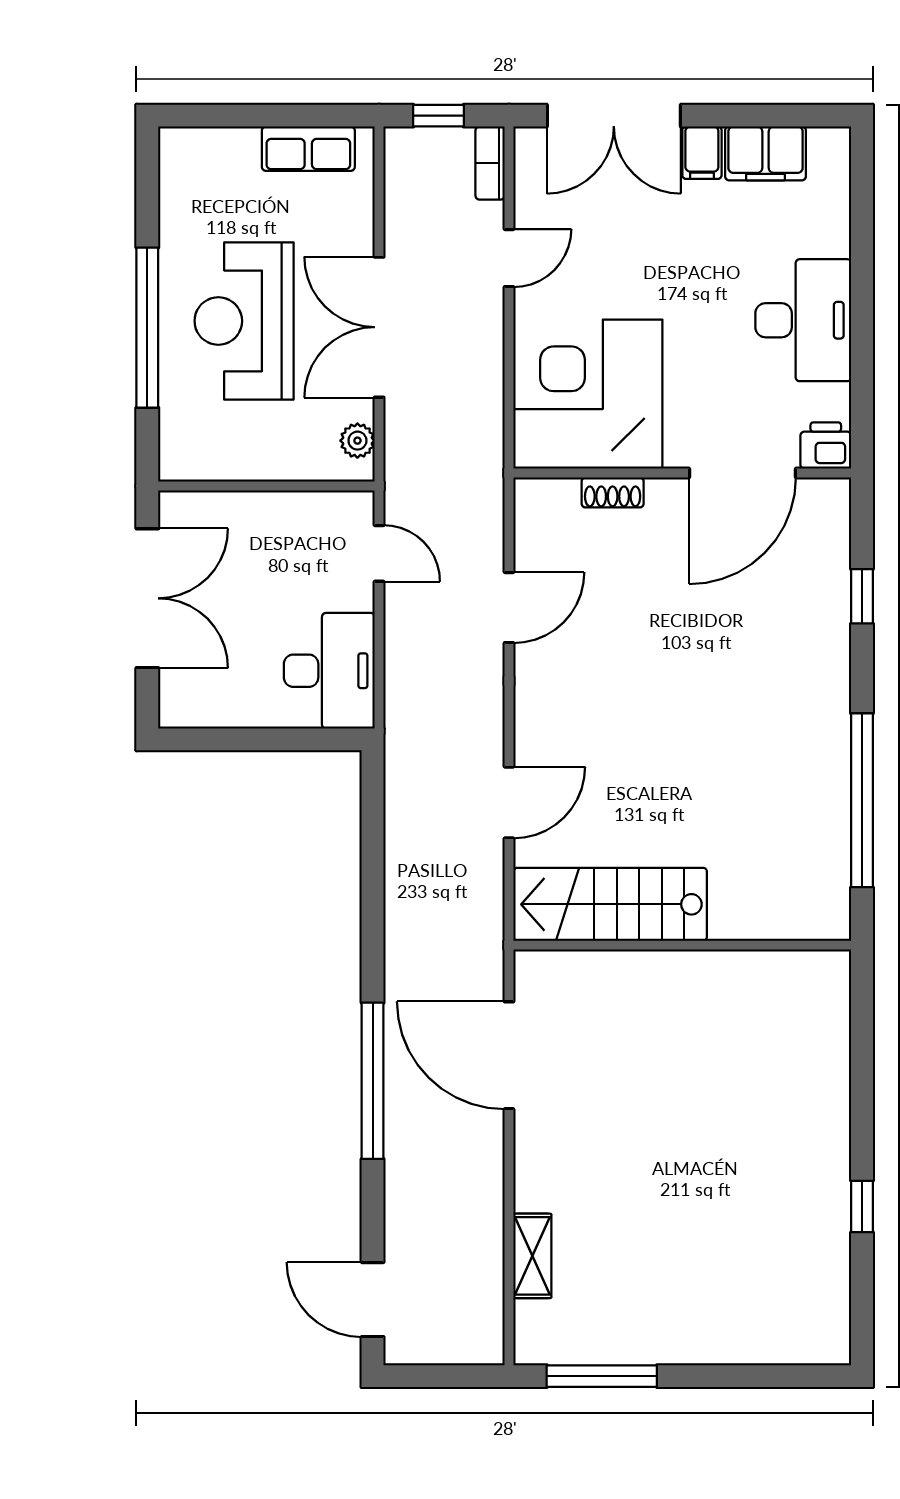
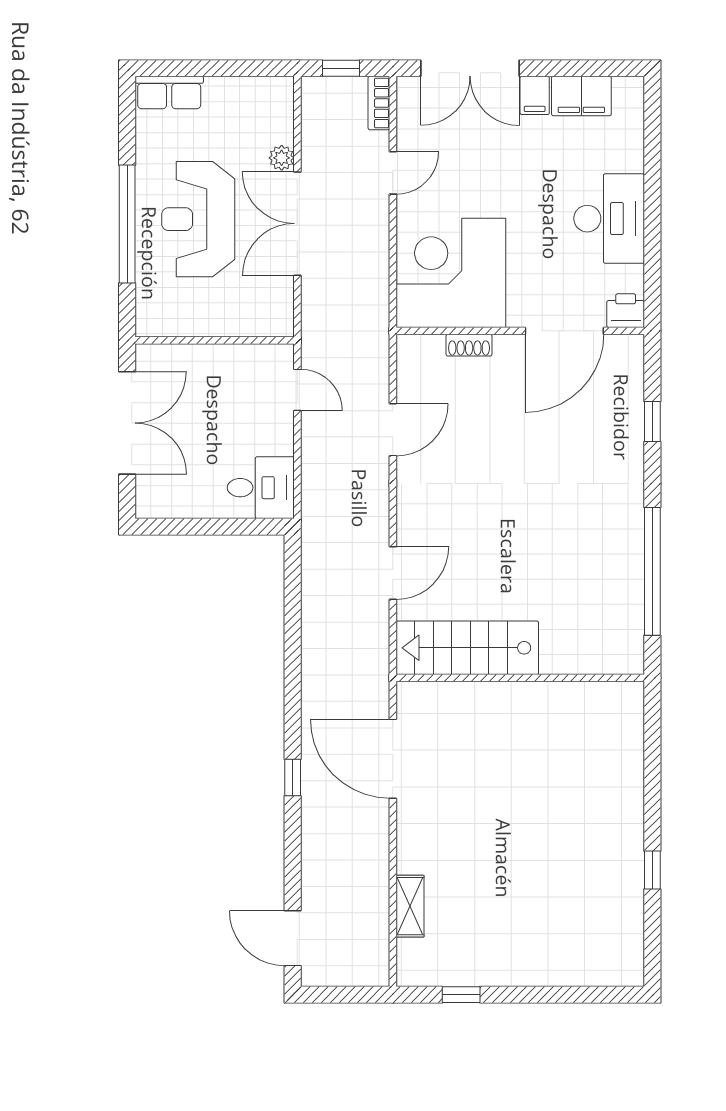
row of seats: (308, 149) -> (169, 92), moved
plant: (357, 441) -> (282, 158), moved
desk: (329, 671) -> (261, 488), width x0.73
window: (373, 1081) -> (293, 778), width x0.32
window: (602, 1376) -> (461, 995), width x0.46

